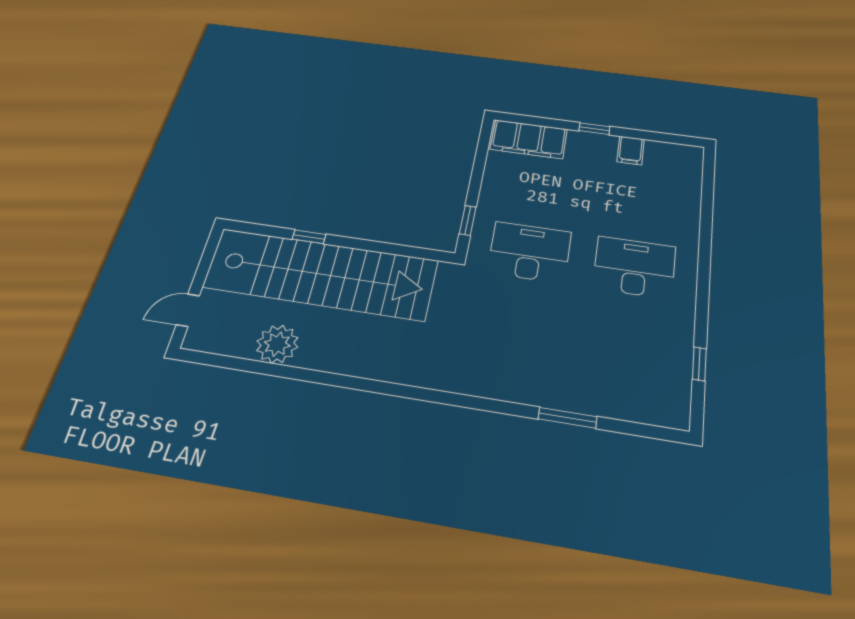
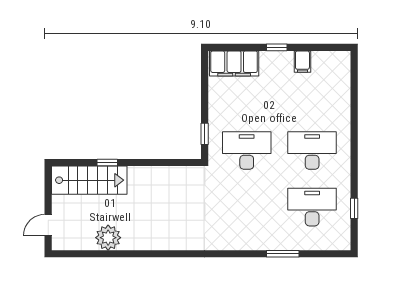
stairs: (321, 274) -> (89, 180), width x0.54, depth x0.66
desk: (627, 351) -> (312, 207), added

